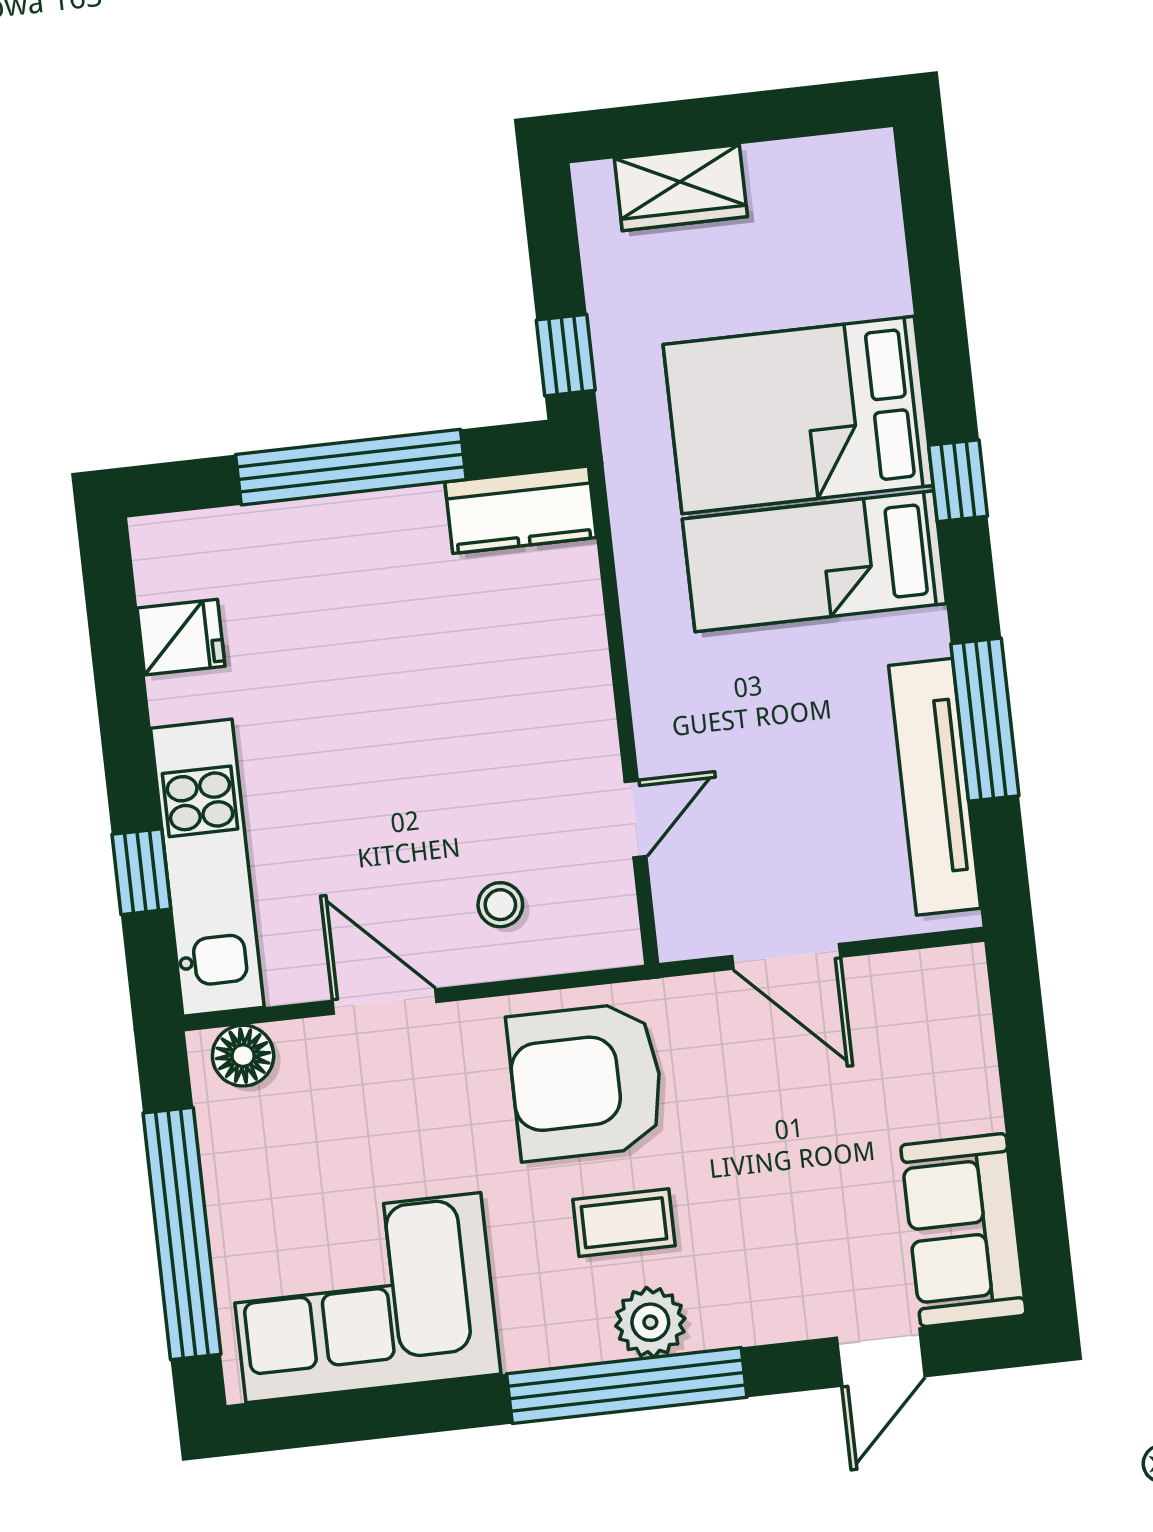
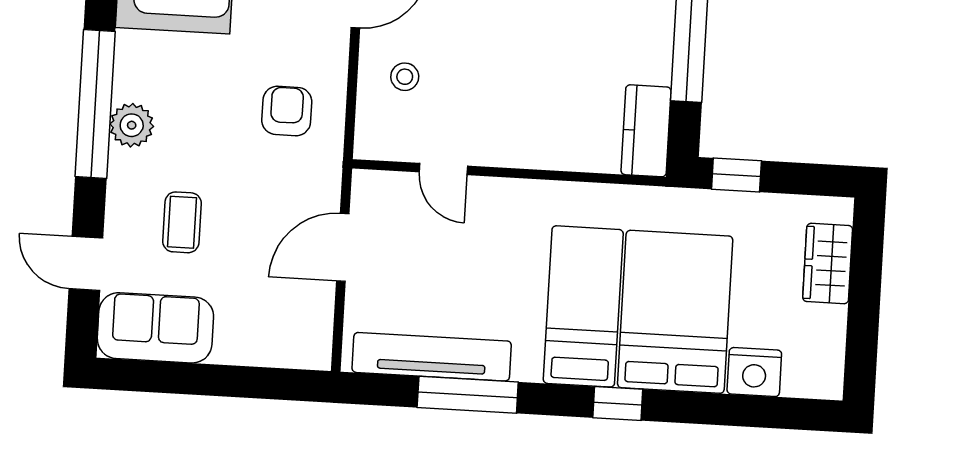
nightstand: (872, 274) -> (754, 372), added
armchair: (586, 1081) -> (287, 111), width x0.53, depth x0.53
coffee table: (624, 1223) -> (182, 222), moved

